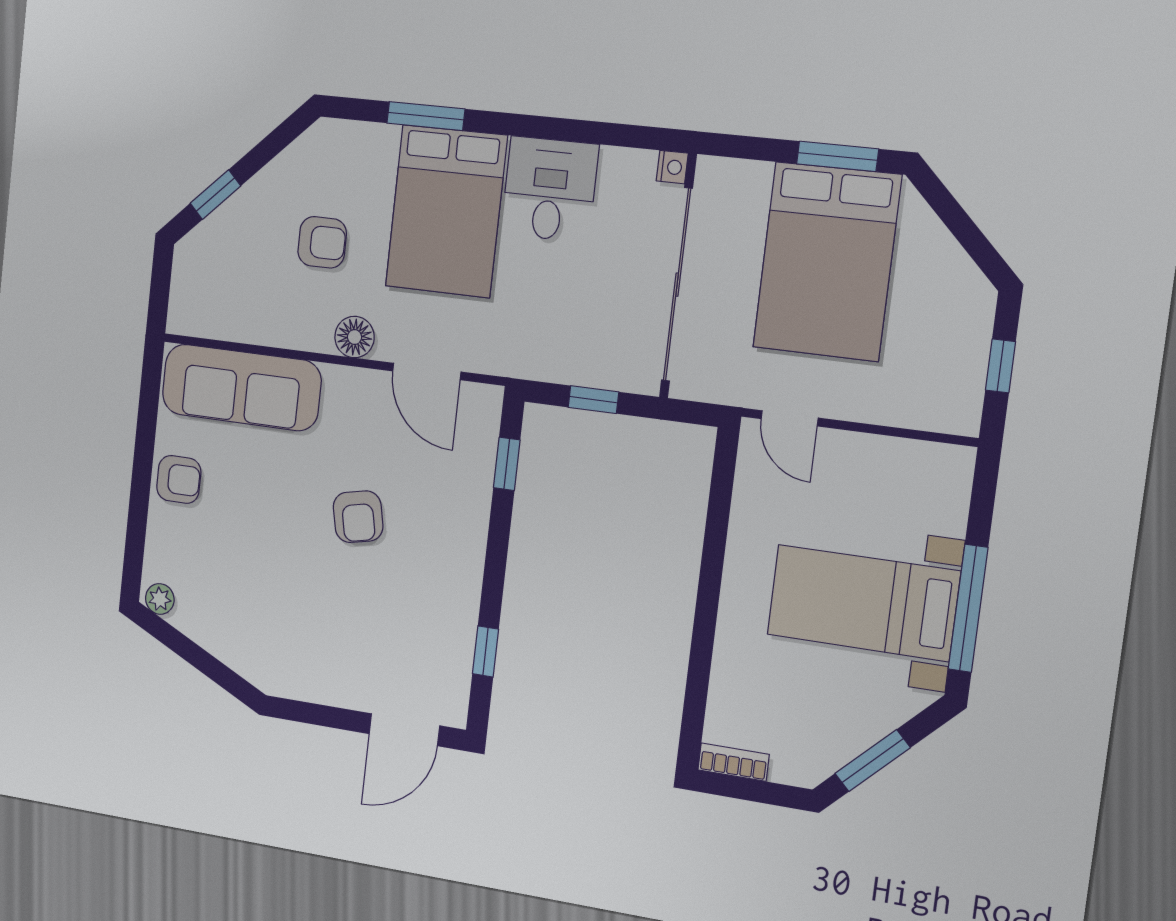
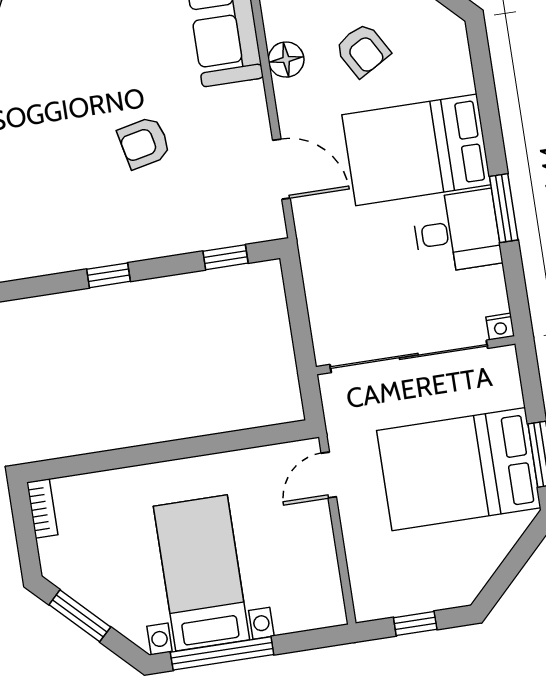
window: (426, 116) -> (504, 208), moved
armchair: (322, 242) -> (363, 50), turned -30
floor lamp: (355, 337) -> (286, 60), moved
door: (427, 371) -> (281, 169), swing flipped
window: (593, 400) -> (298, 314), removed
window: (485, 651) -> (109, 275), moved

